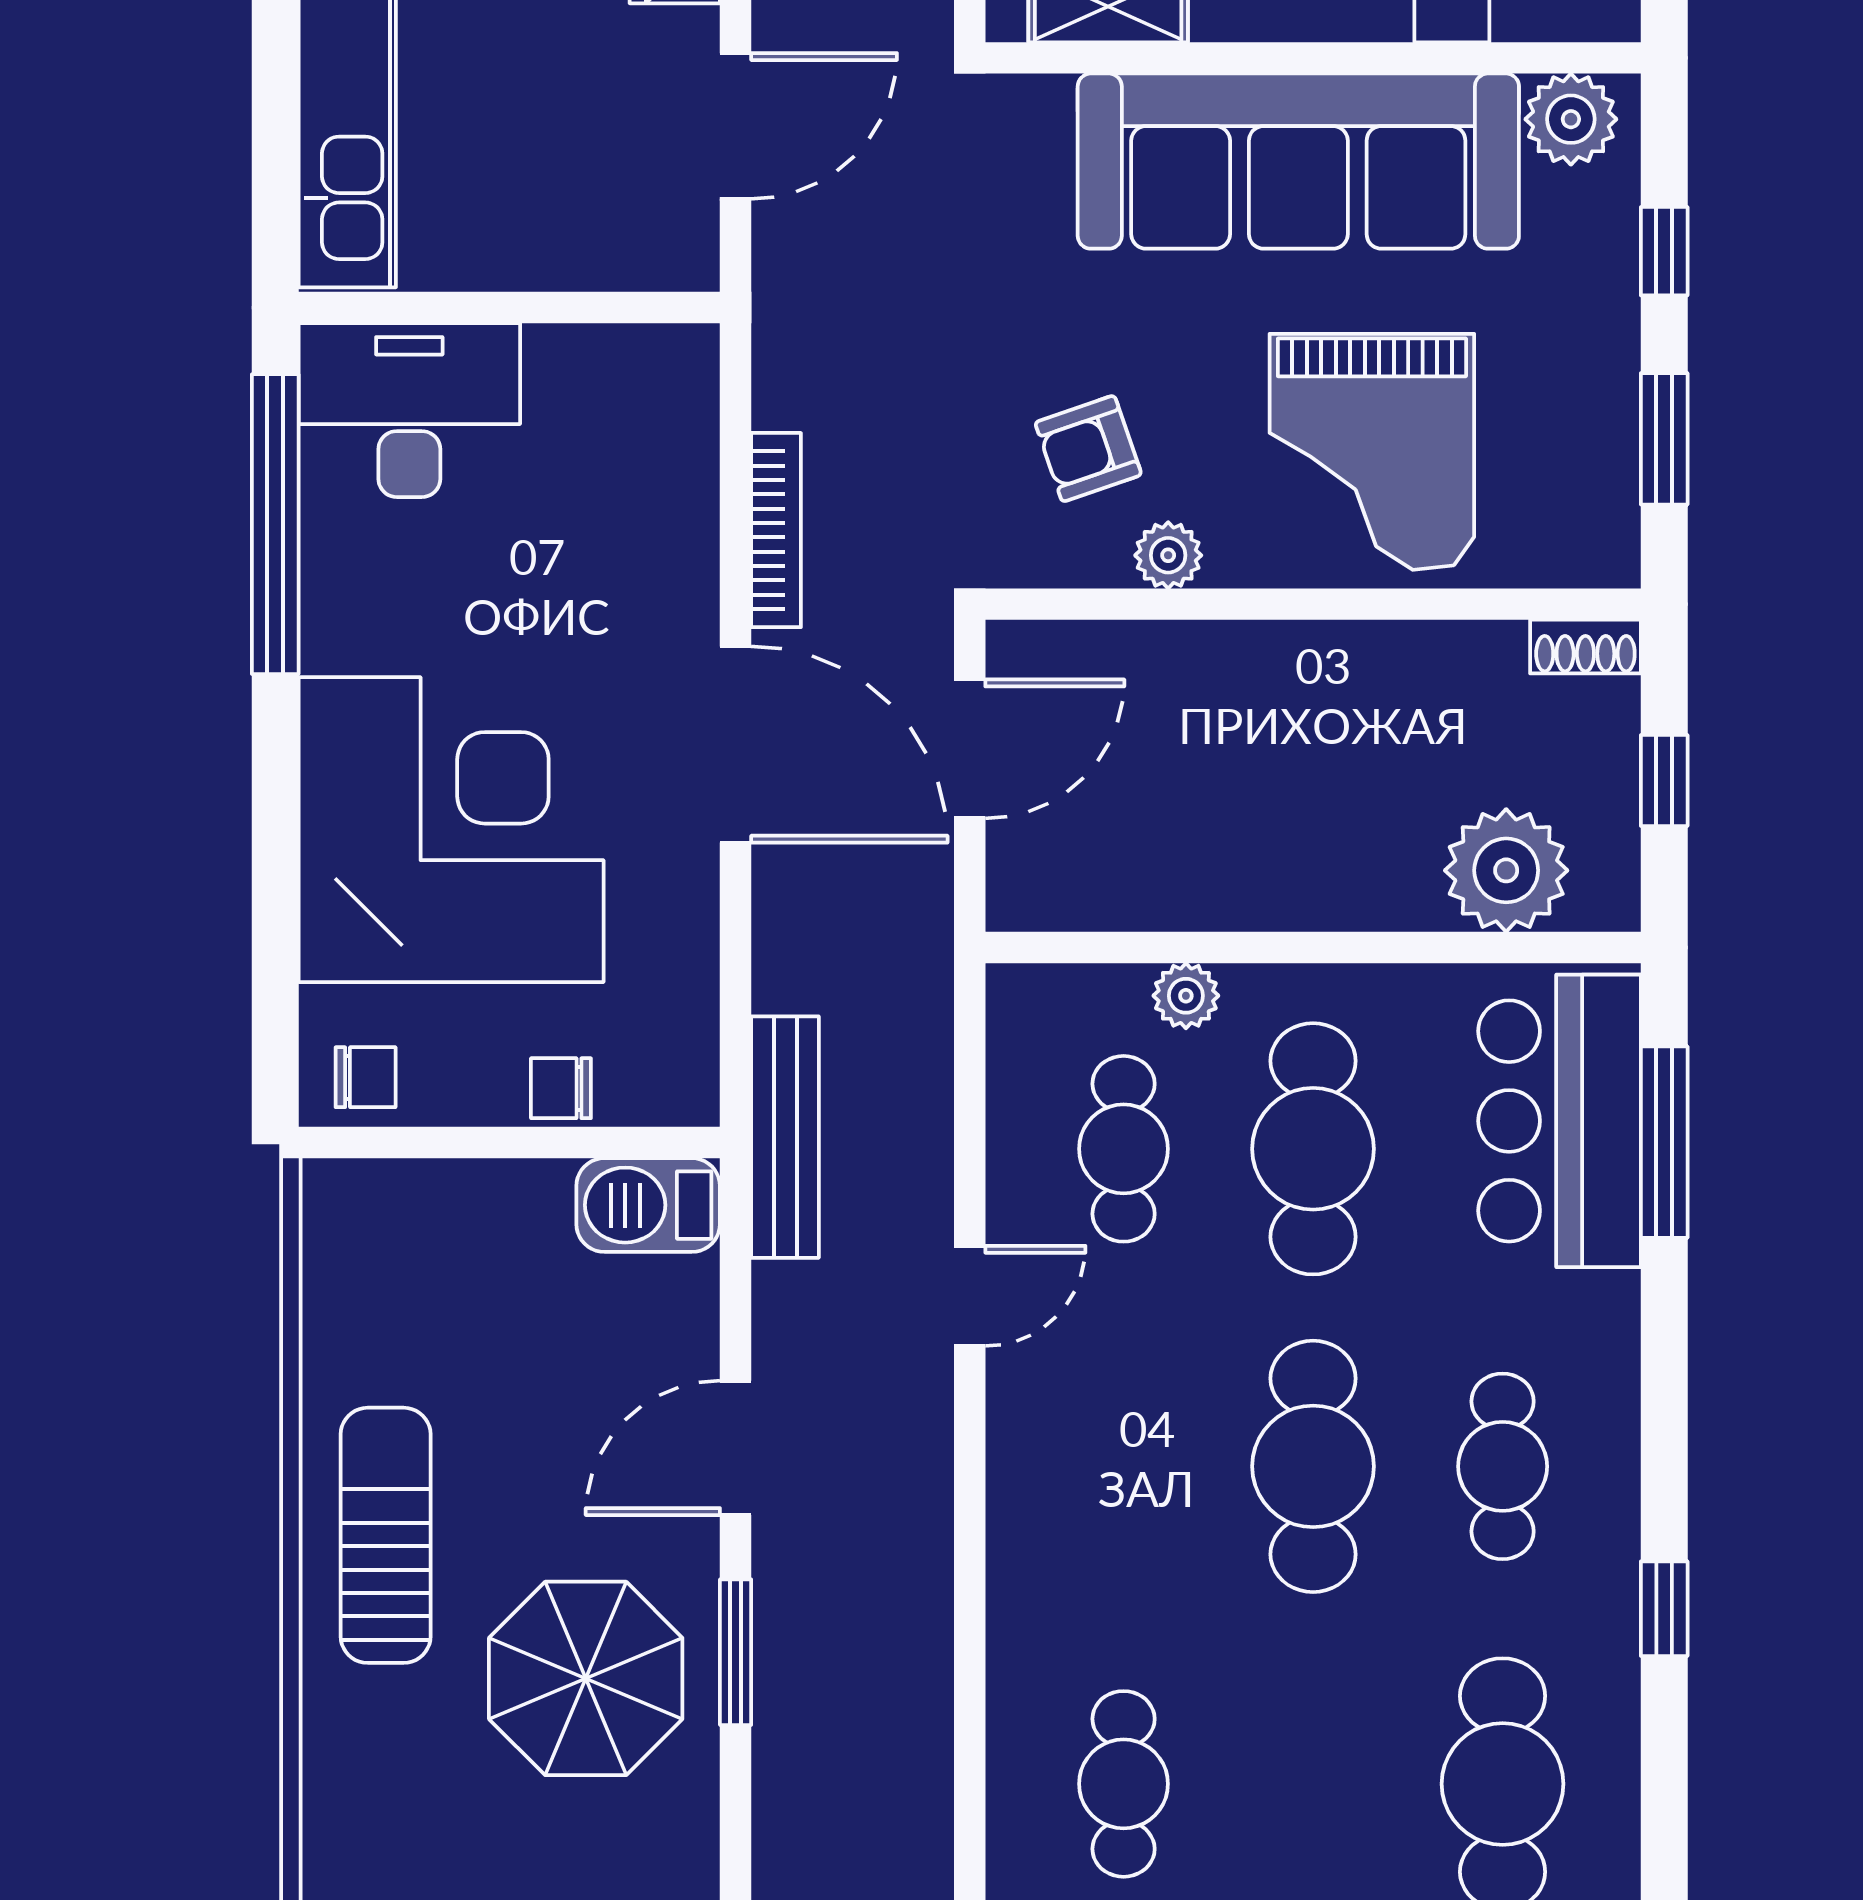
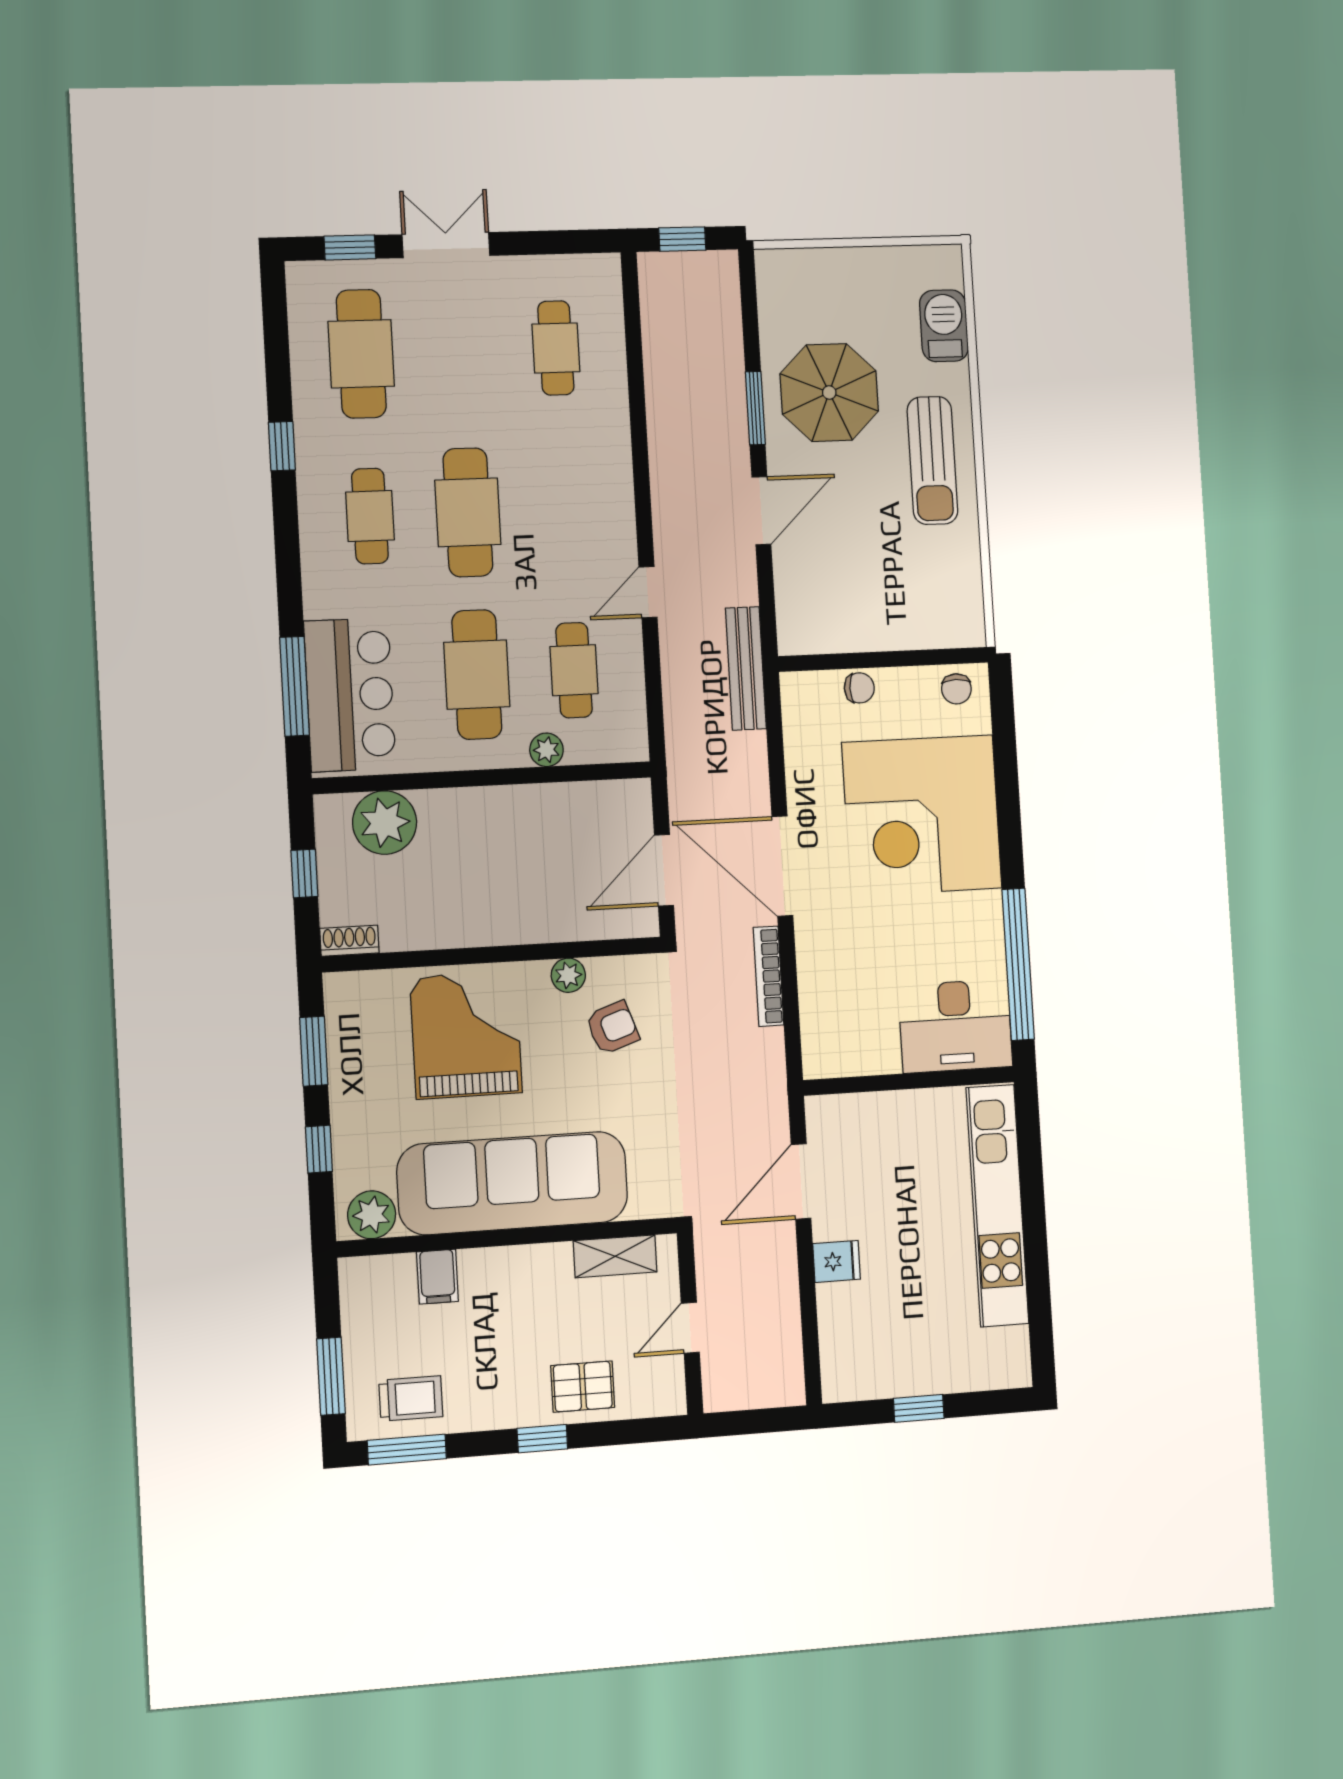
chair: (366, 1077) -> (956, 689), turned -90
barbecue: (648, 1205) -> (944, 326), moved, turned -90

